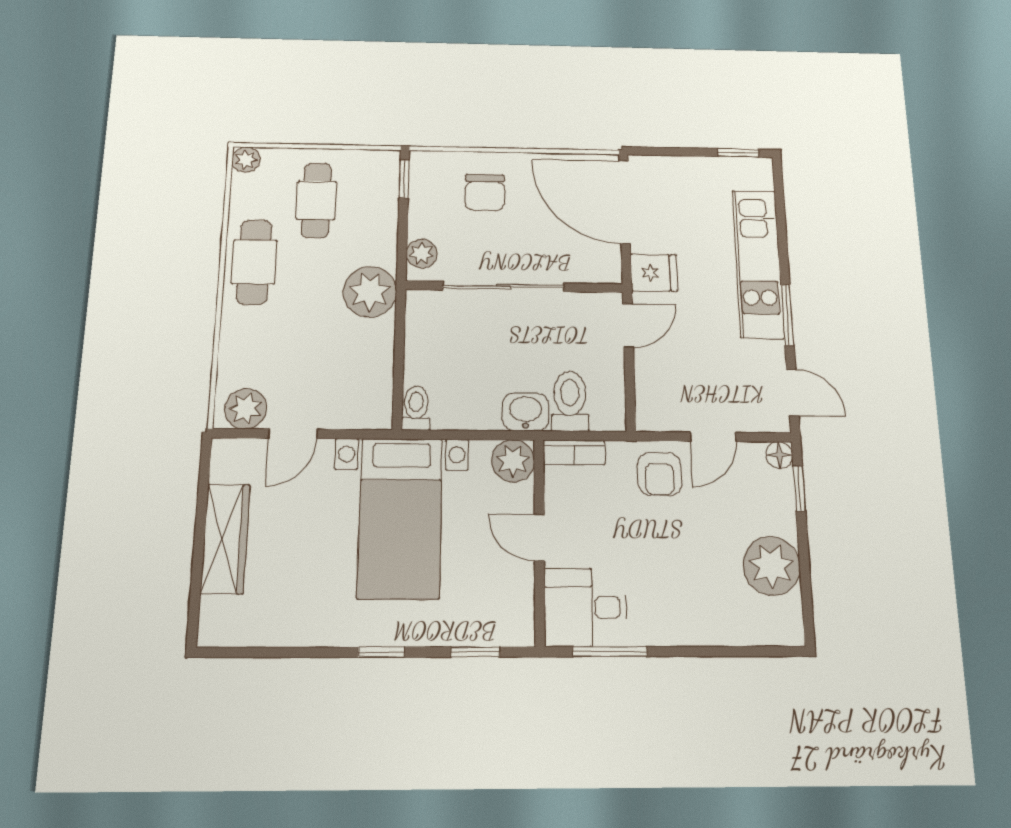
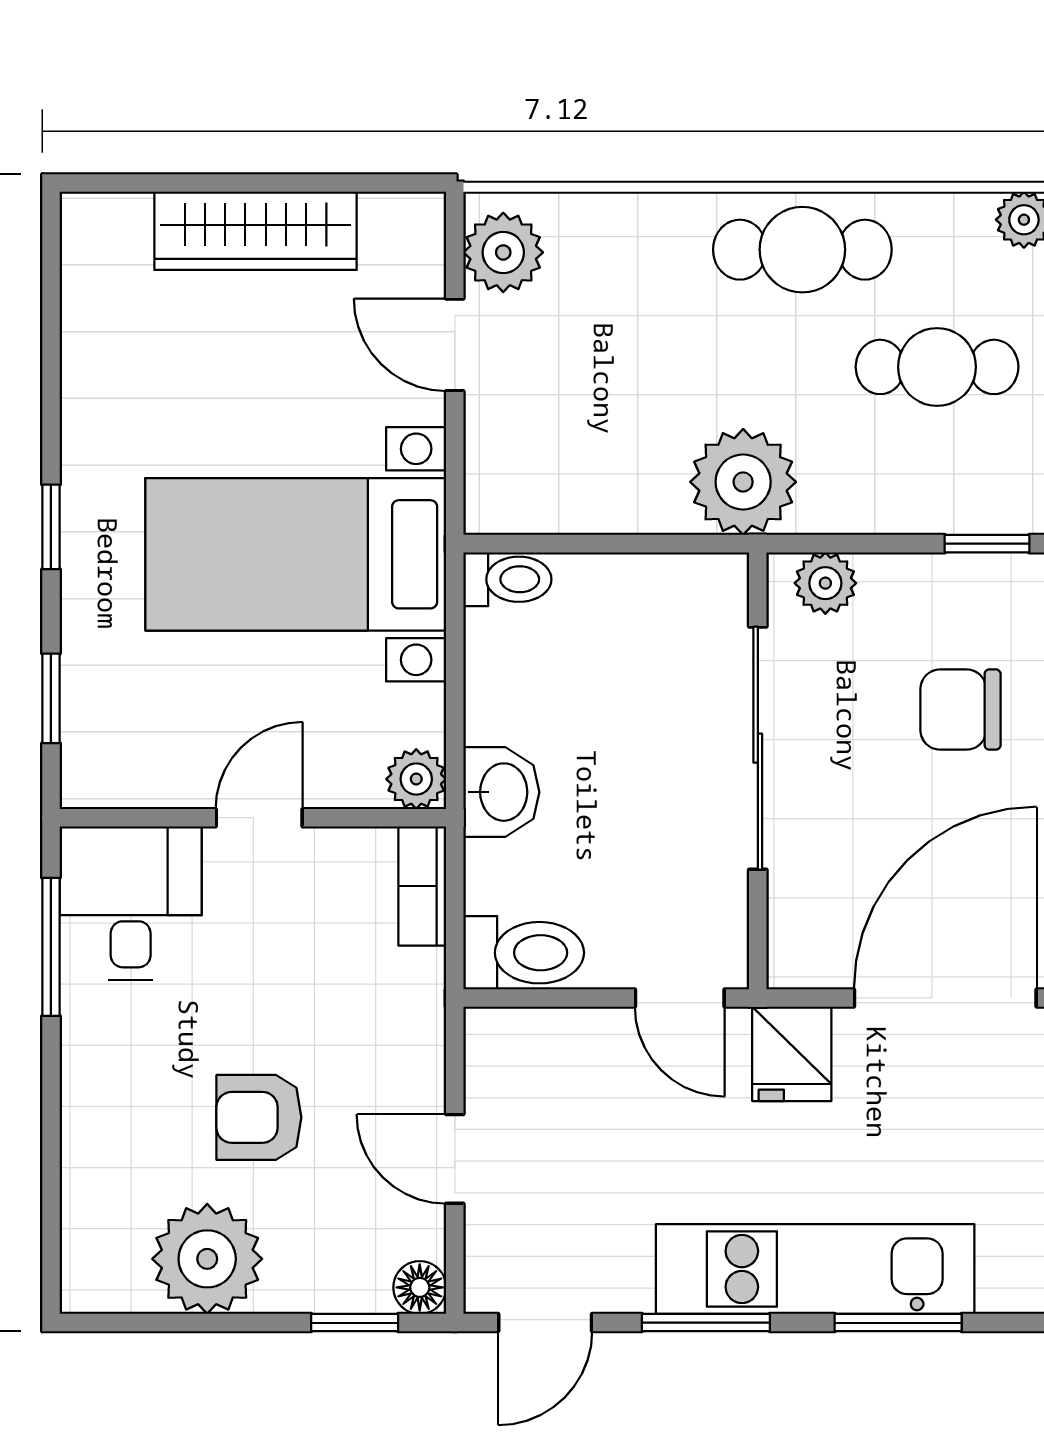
window: (781, 226) -> (898, 1323), added
toilet: (570, 401) -> (524, 953), moved
plant: (513, 461) -> (416, 779), width x0.73, depth x0.73
armchair: (659, 474) -> (259, 1117), moved

